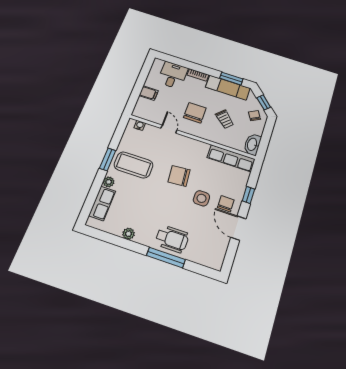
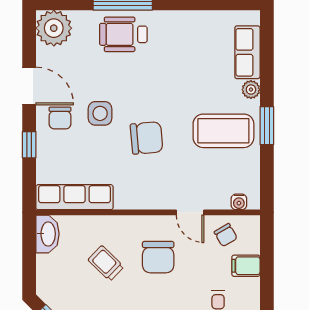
chair: (254, 116) -> (226, 235), moved
plant: (129, 234) -> (54, 28), moved, width x1.88, depth x1.88

